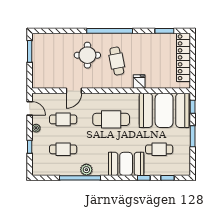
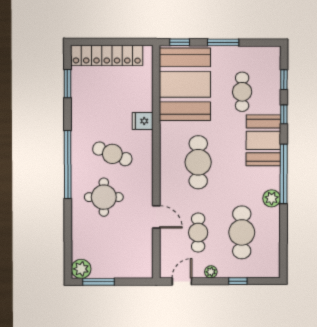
plant: (38, 40) -> (81, 269), added
cafe table: (117, 61) -> (112, 154), turned 33
cafe table: (63, 149) -> (242, 232), width x1.37, depth x1.35
window: (80, 178) -> (284, 174), moved

